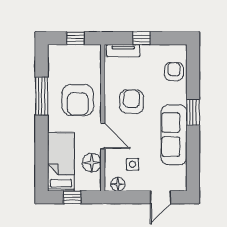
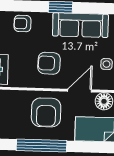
window: (42, 96) -> (41, 146), width x1.46
armchair: (78, 100) -> (46, 112), turned 90

